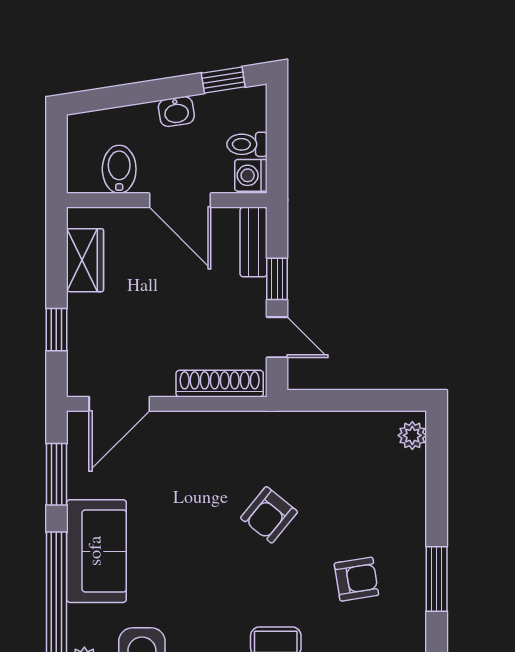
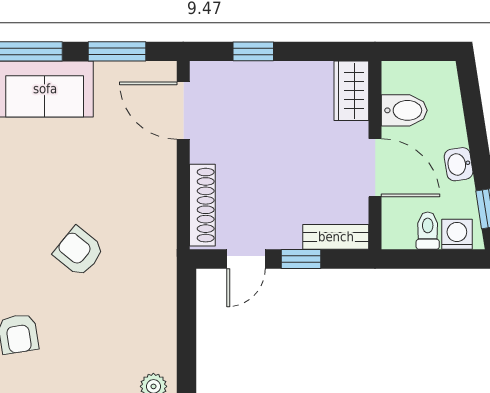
washing machine: (251, 175) -> (457, 234), moved
door: (180, 200) -> (375, 168), swing flipped
wardrobe: (85, 260) -> (351, 91), moved, turned 90

